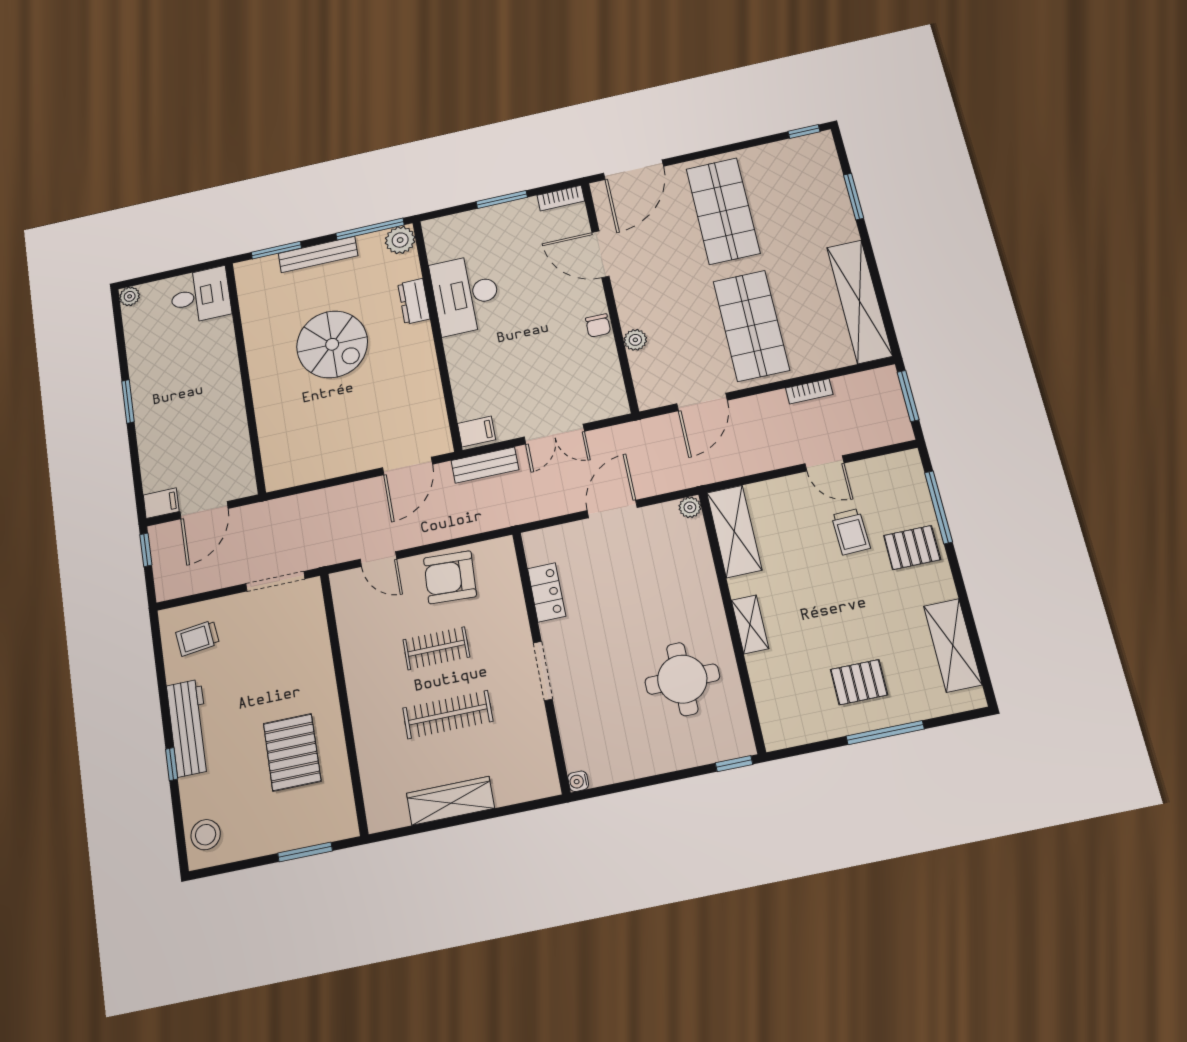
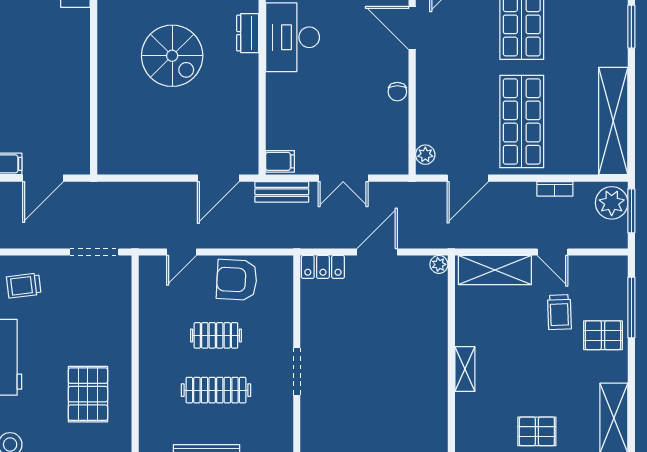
plant: (635, 340) -> (425, 155), moved
plant: (882, 392) -> (612, 203), added
shelving: (734, 531) -> (495, 270), moved, turned 90
door: (378, 559) -> (181, 252), hinge flipped
locker: (547, 592) -> (323, 267), moved, turned 90
round table: (682, 679) -> (404, 401), removed

